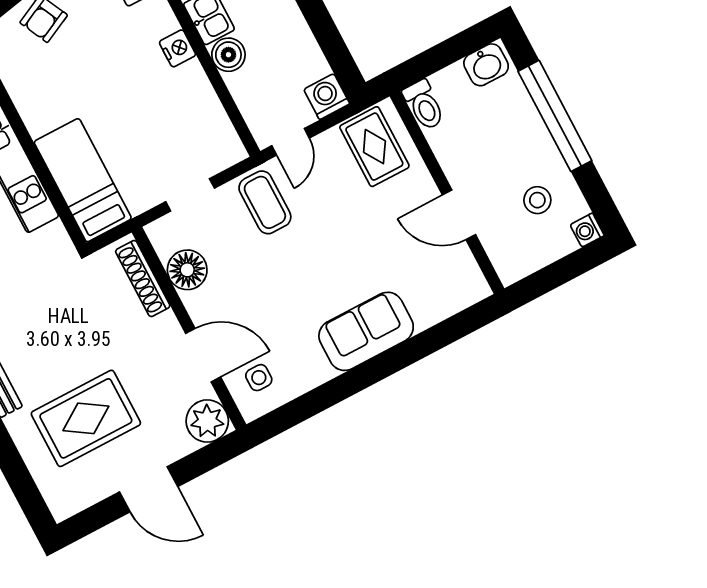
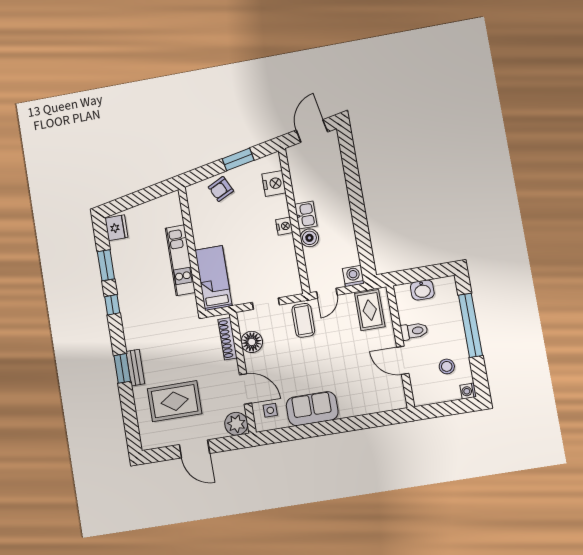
washbasin: (486, 65) -> (422, 290), moved
toilet: (424, 105) -> (414, 331), moved, turned -90
sofa: (366, 331) -> (312, 409), moved

